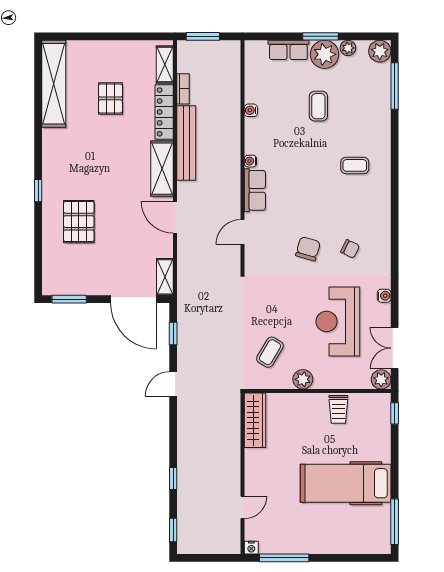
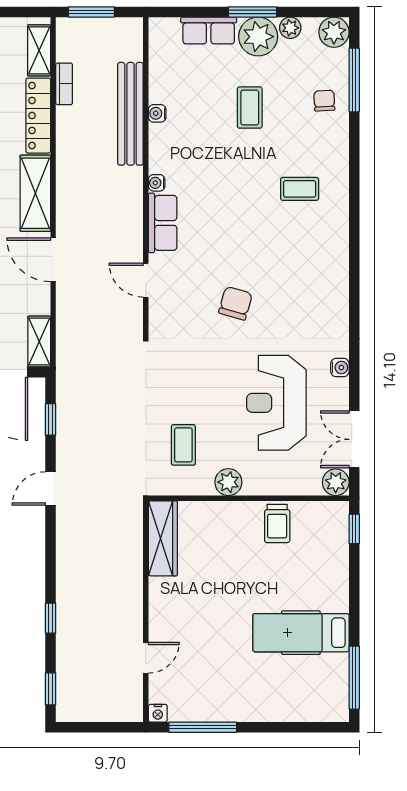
bench: (186, 143) -> (130, 114), moved
door: (243, 232) -> (146, 280), hinge flipped
chair: (350, 249) -> (324, 101), moved, turned -119
coffee table: (270, 352) -> (183, 445), turned -31
hospital bed: (346, 483) -> (301, 633), width x0.73, depth x0.78

